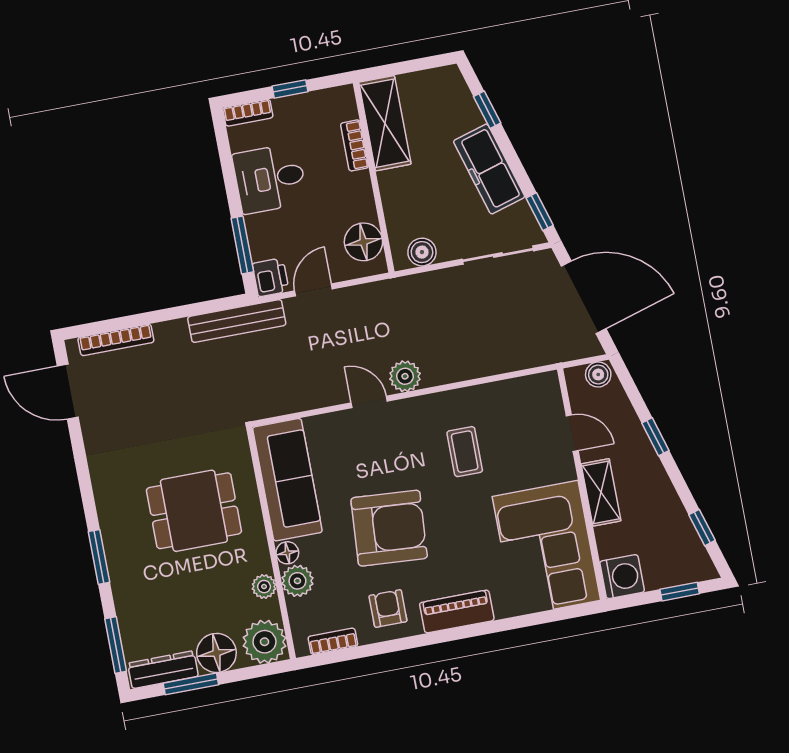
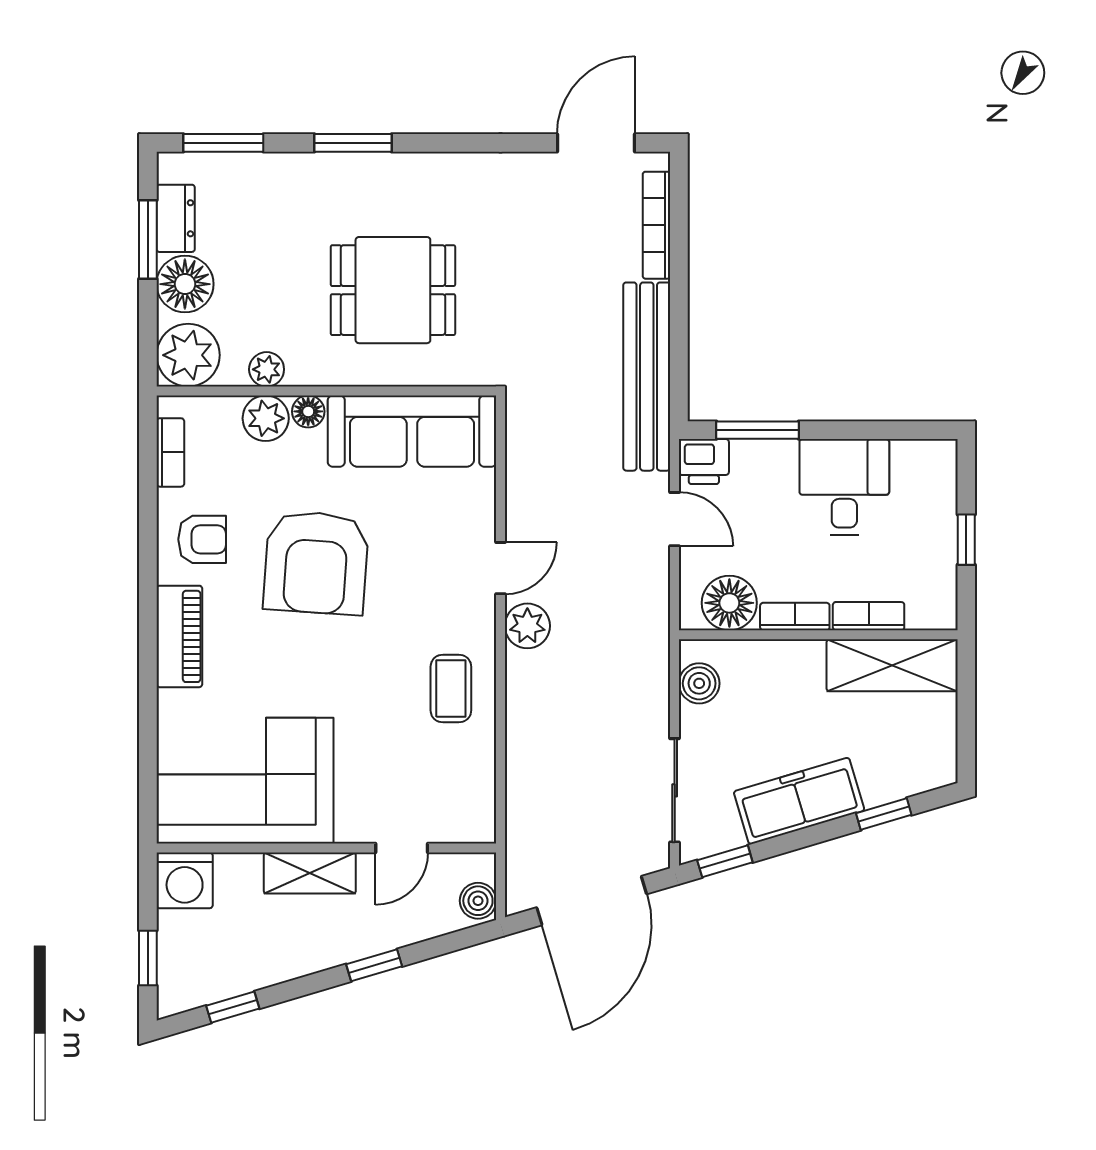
bookcase: (248, 113) -> (795, 617), moved, turned 90
bench: (237, 321) -> (647, 377), width x1.37, depth x1.21
coffee table: (465, 452) -> (451, 689), moved, turned 90
dining table: (194, 511) -> (393, 290), turned 90
dresser: (163, 670) -> (176, 218), width x0.70

